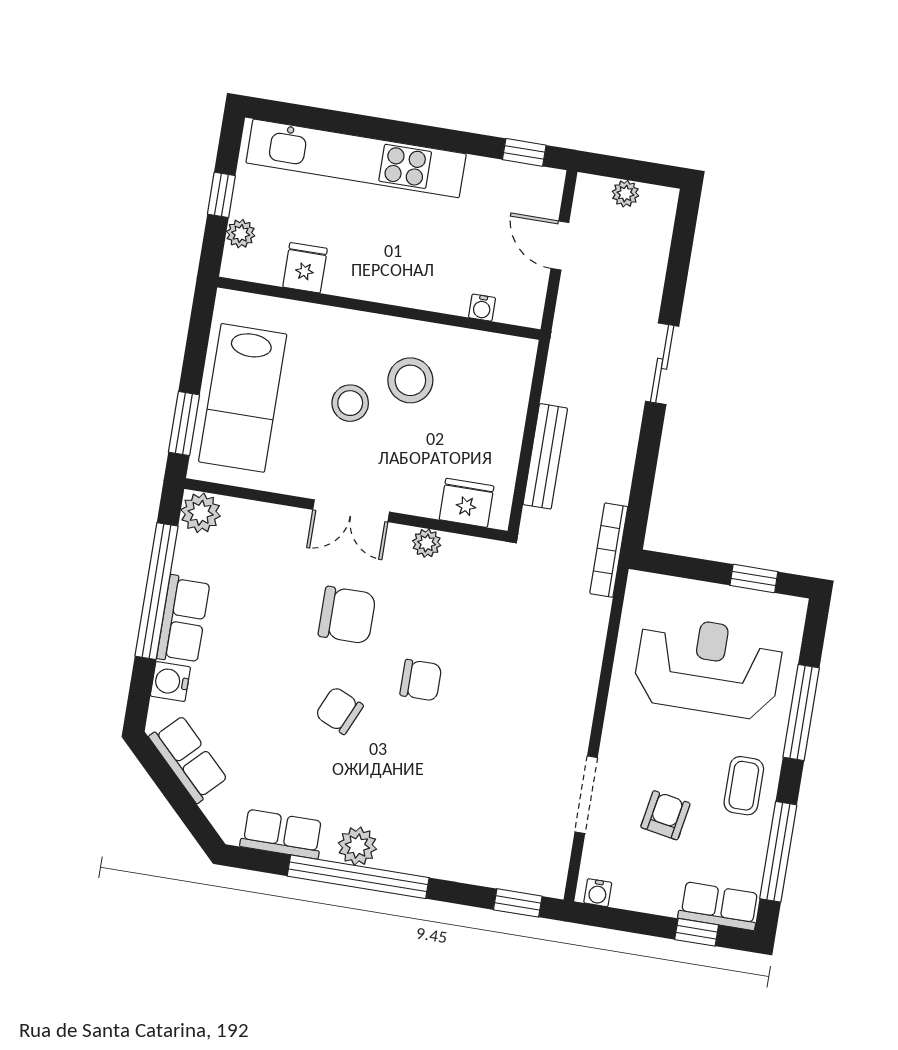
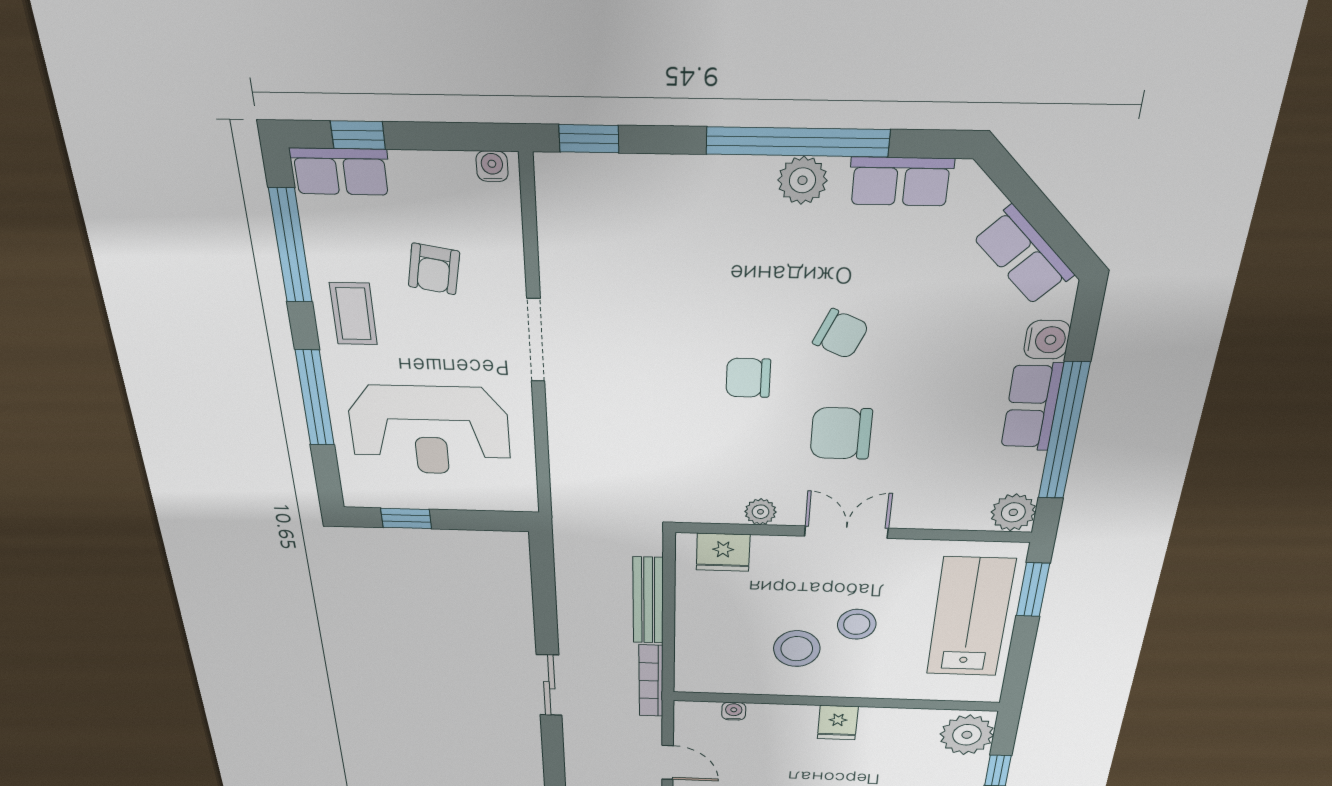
plant: (241, 234) -> (967, 735), width x1.88, depth x1.88
fridge: (305, 268) -> (838, 723), moved
bookcase: (609, 550) -> (651, 681), moved, turned 180
doorway: (586, 795) -> (536, 340), moved

